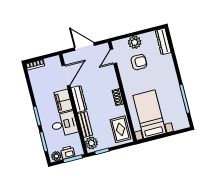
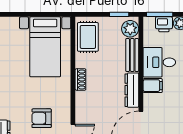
filing cabinet: (63, 101) -> (153, 86), width x0.50

